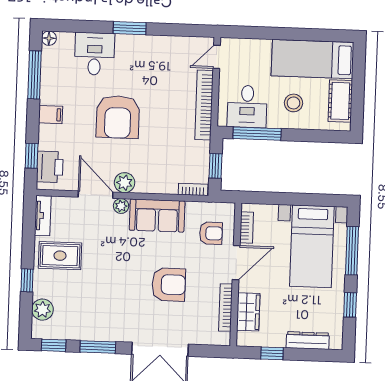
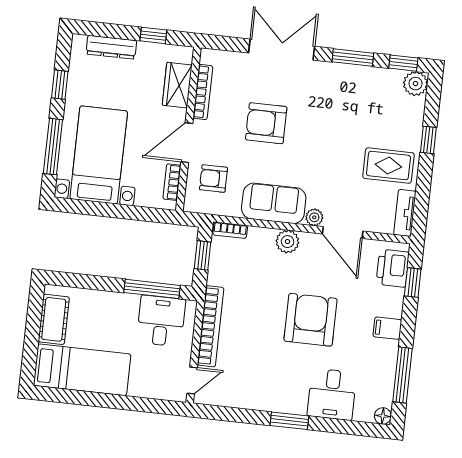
stool: (293, 103) -> (108, 321), removed
plant: (125, 183) -> (287, 242), moved
plant: (42, 310) -> (416, 84), moved

